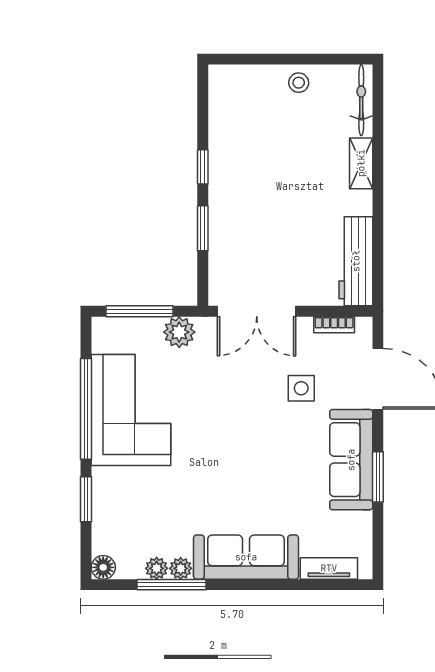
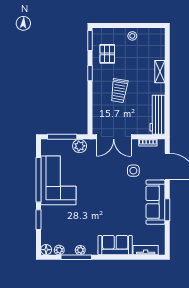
bicycle: (361, 100) -> (160, 44), removed
pallet: (242, 123) -> (107, 54), added
trolley: (269, 207) -> (119, 91), added
window: (203, 228) -> (90, 40), moved
sofa: (246, 557) -> (115, 245), width x0.73
plant: (157, 568) -> (59, 250), moved

